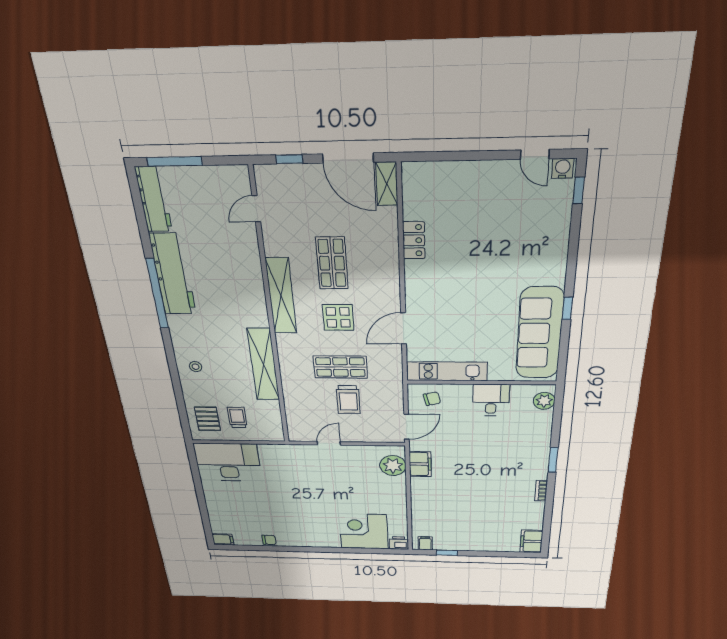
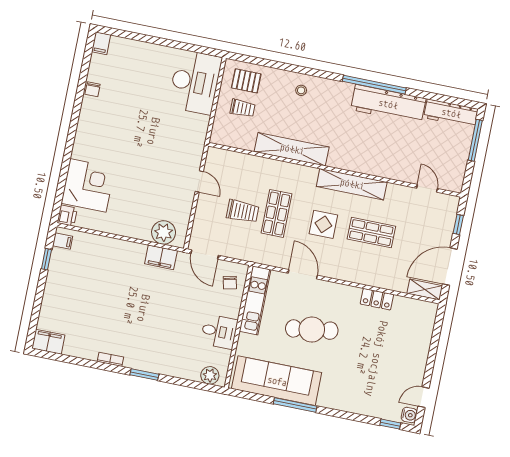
cafe table: (469, 307) -> (312, 330), added
window: (567, 308) -> (295, 405), width x2.17
trolley: (348, 400) -> (243, 211), turned 180

